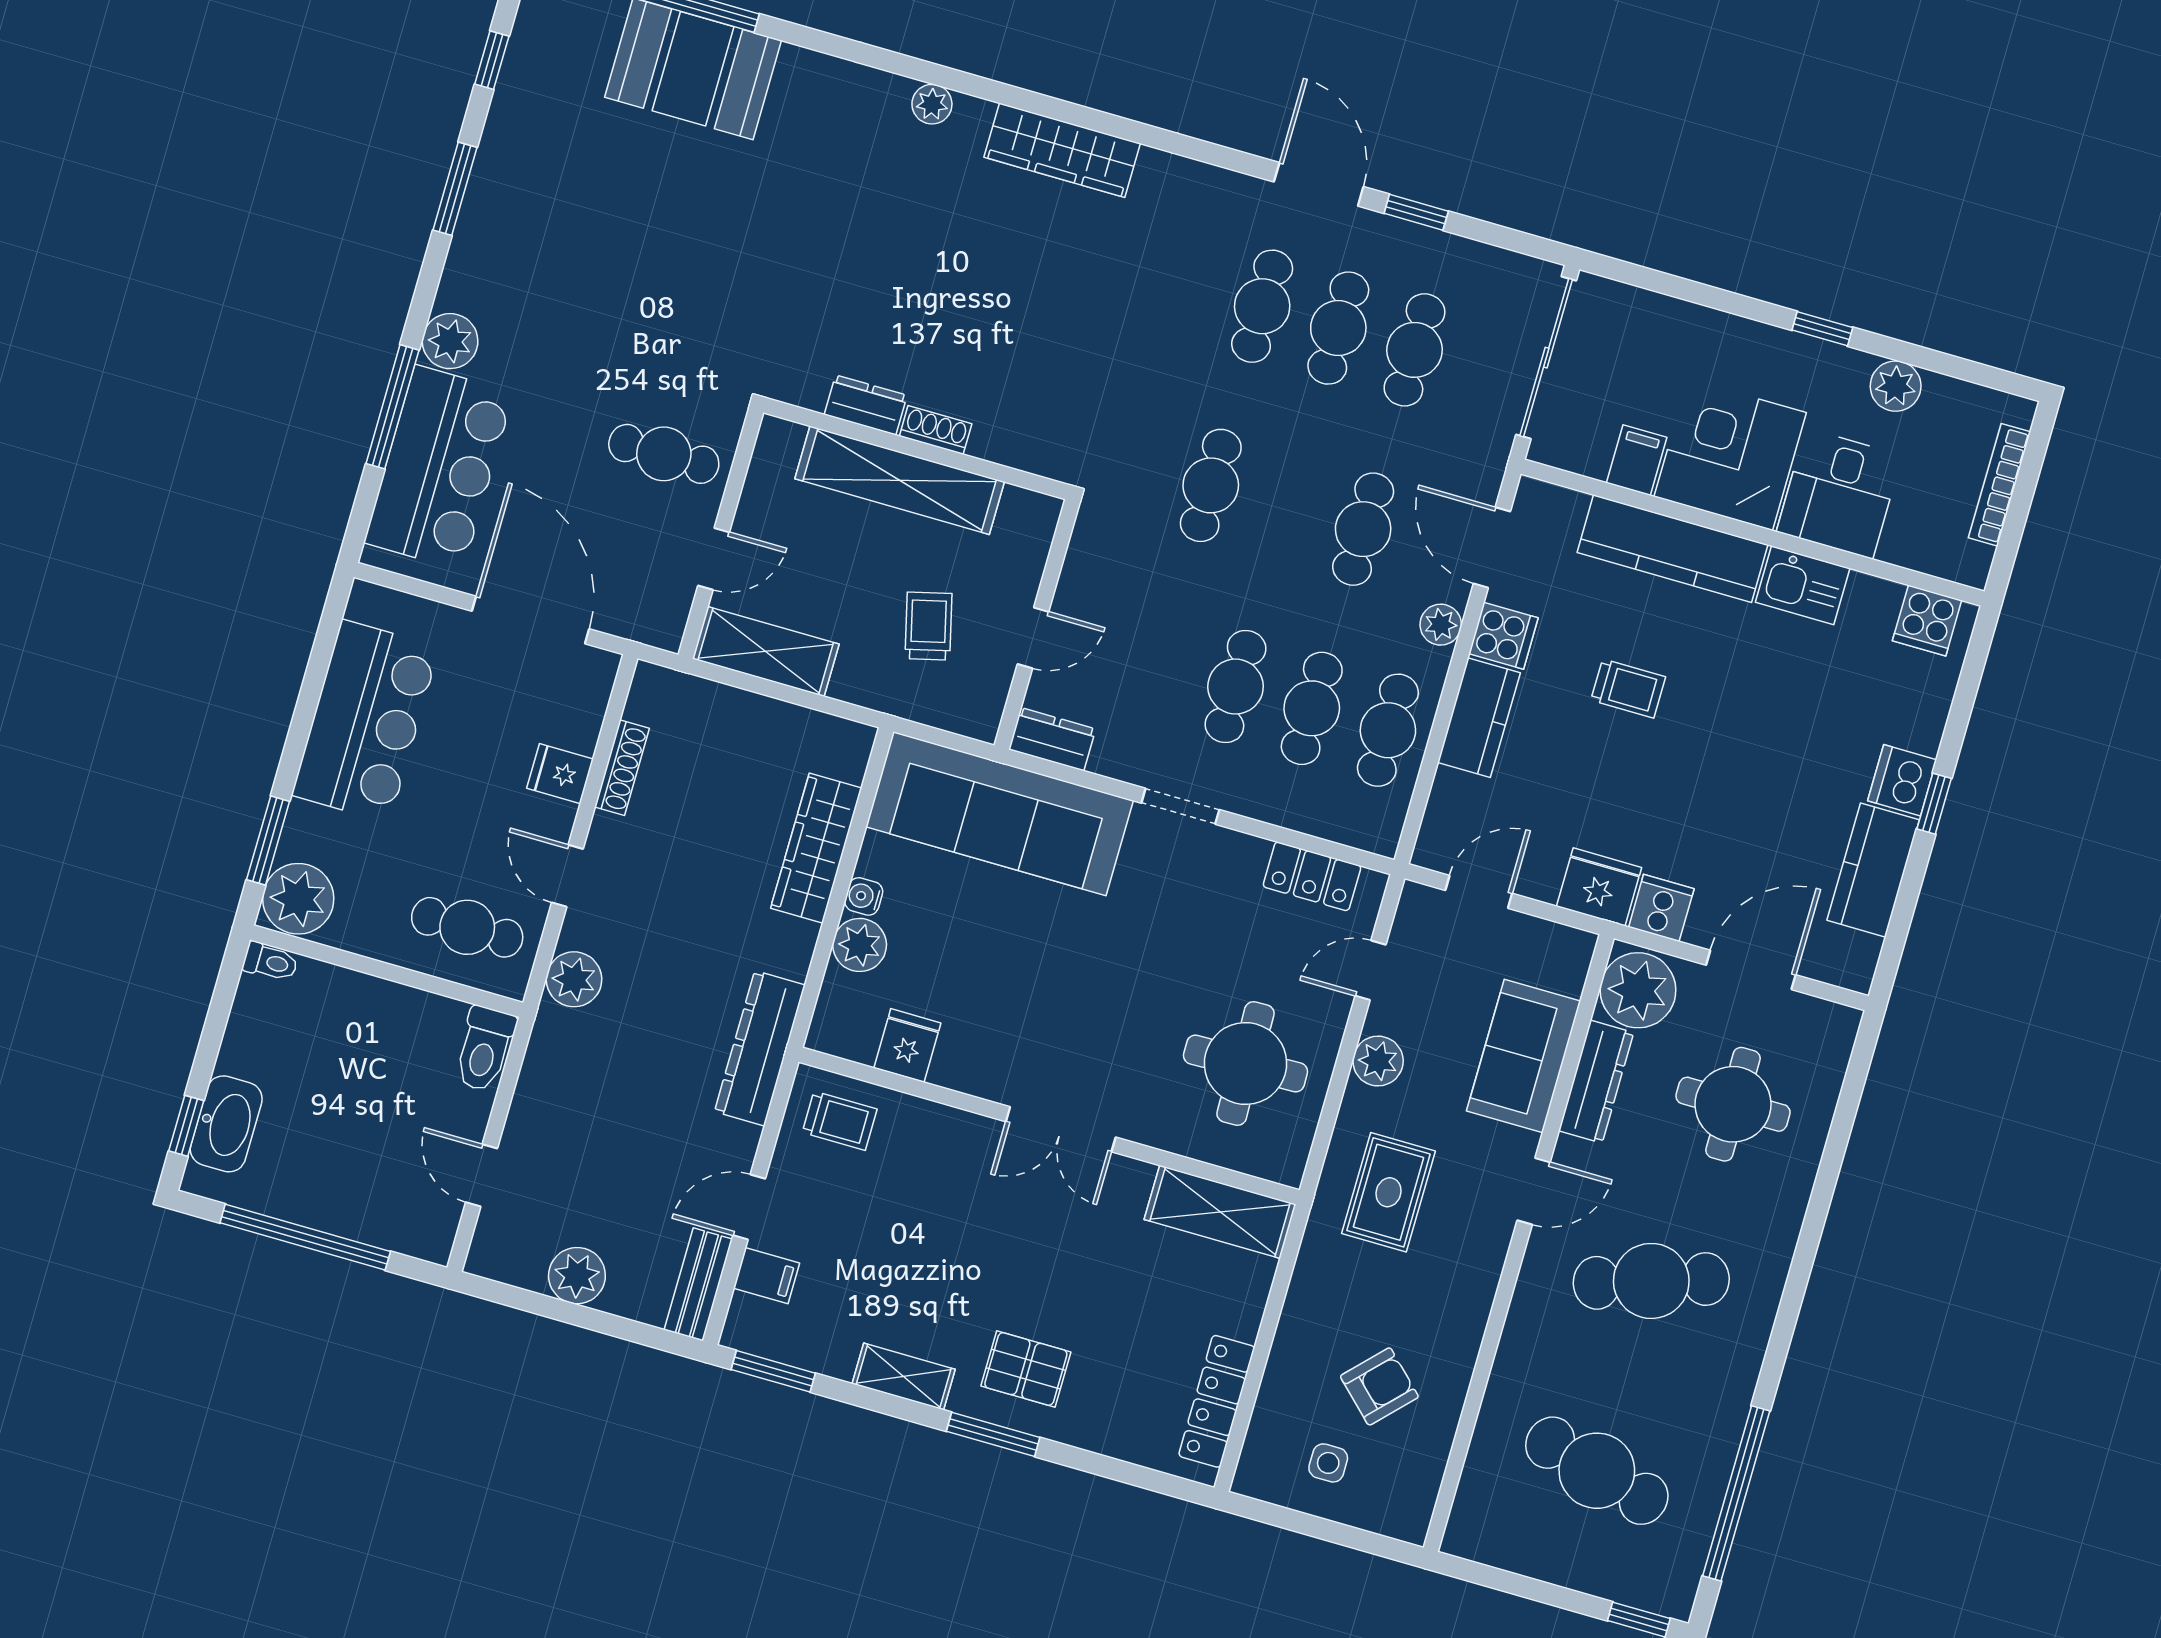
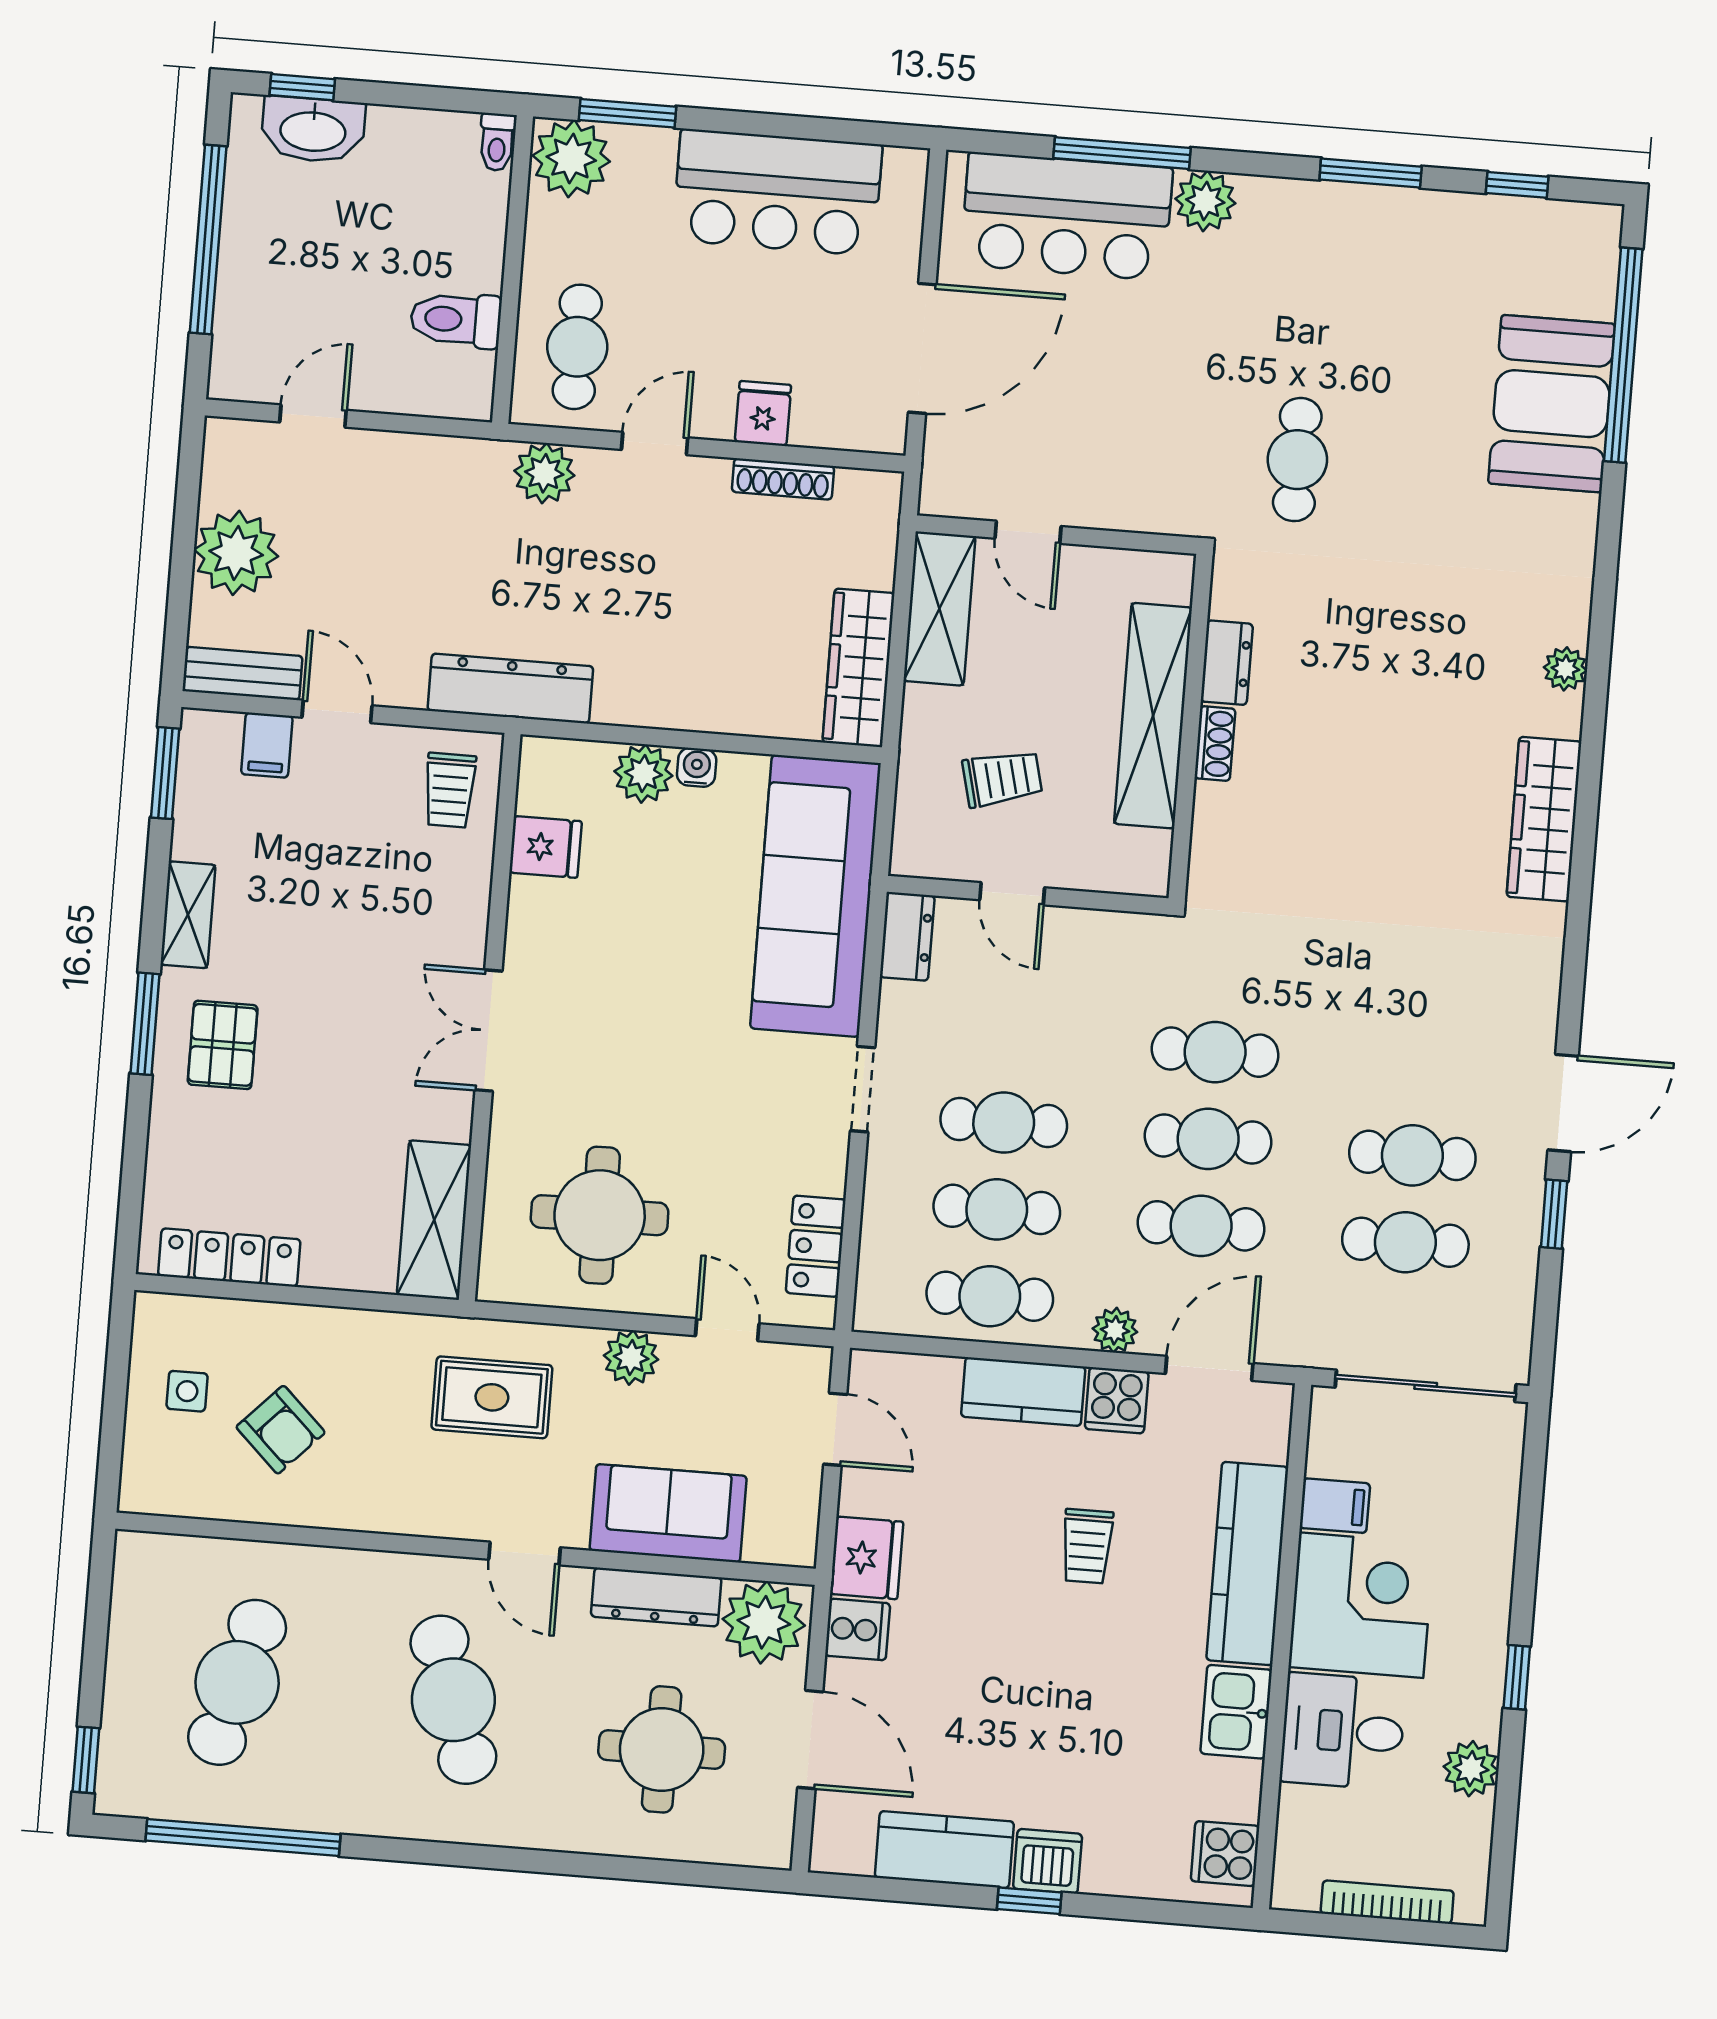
cafe table: (1262, 306) -> (1208, 1139), moved
cafe table: (664, 454) -> (1297, 460), moved
wardrobe: (816, 848) -> (858, 668), moved, turned -90
toilet: (485, 1049) -> (456, 320), moved
plant: (577, 1276) -> (236, 553), width x1.36, depth x1.36

